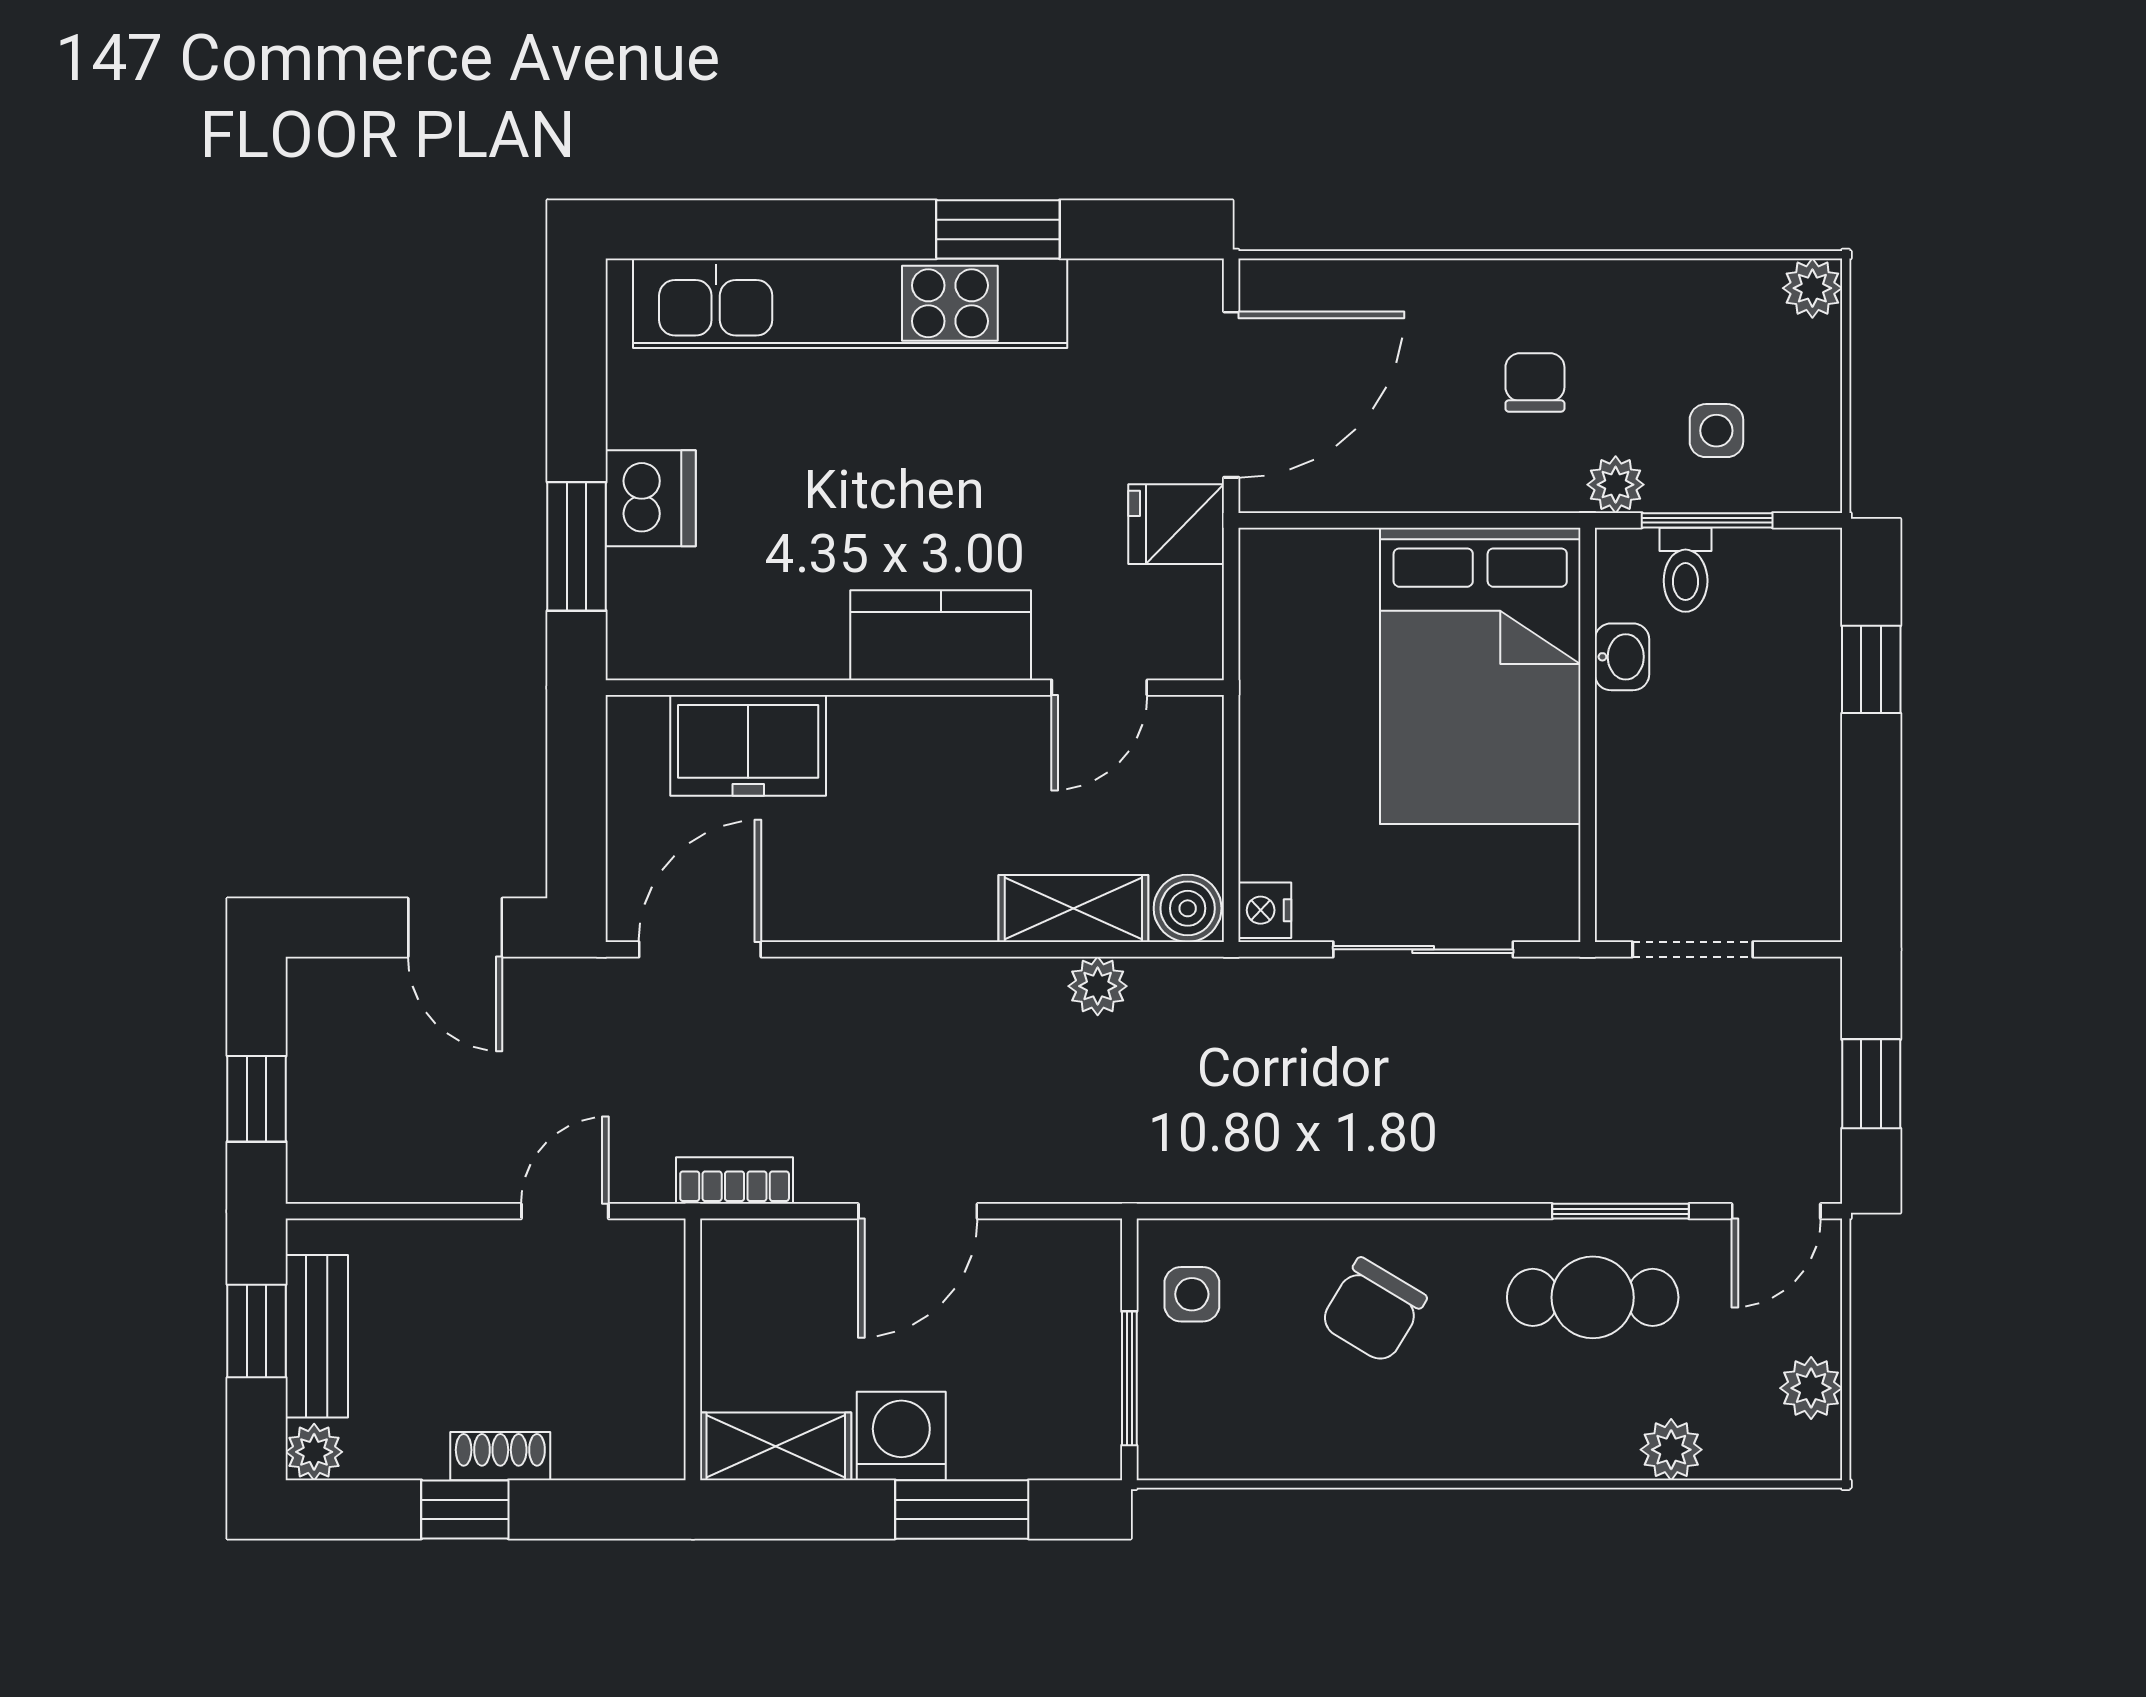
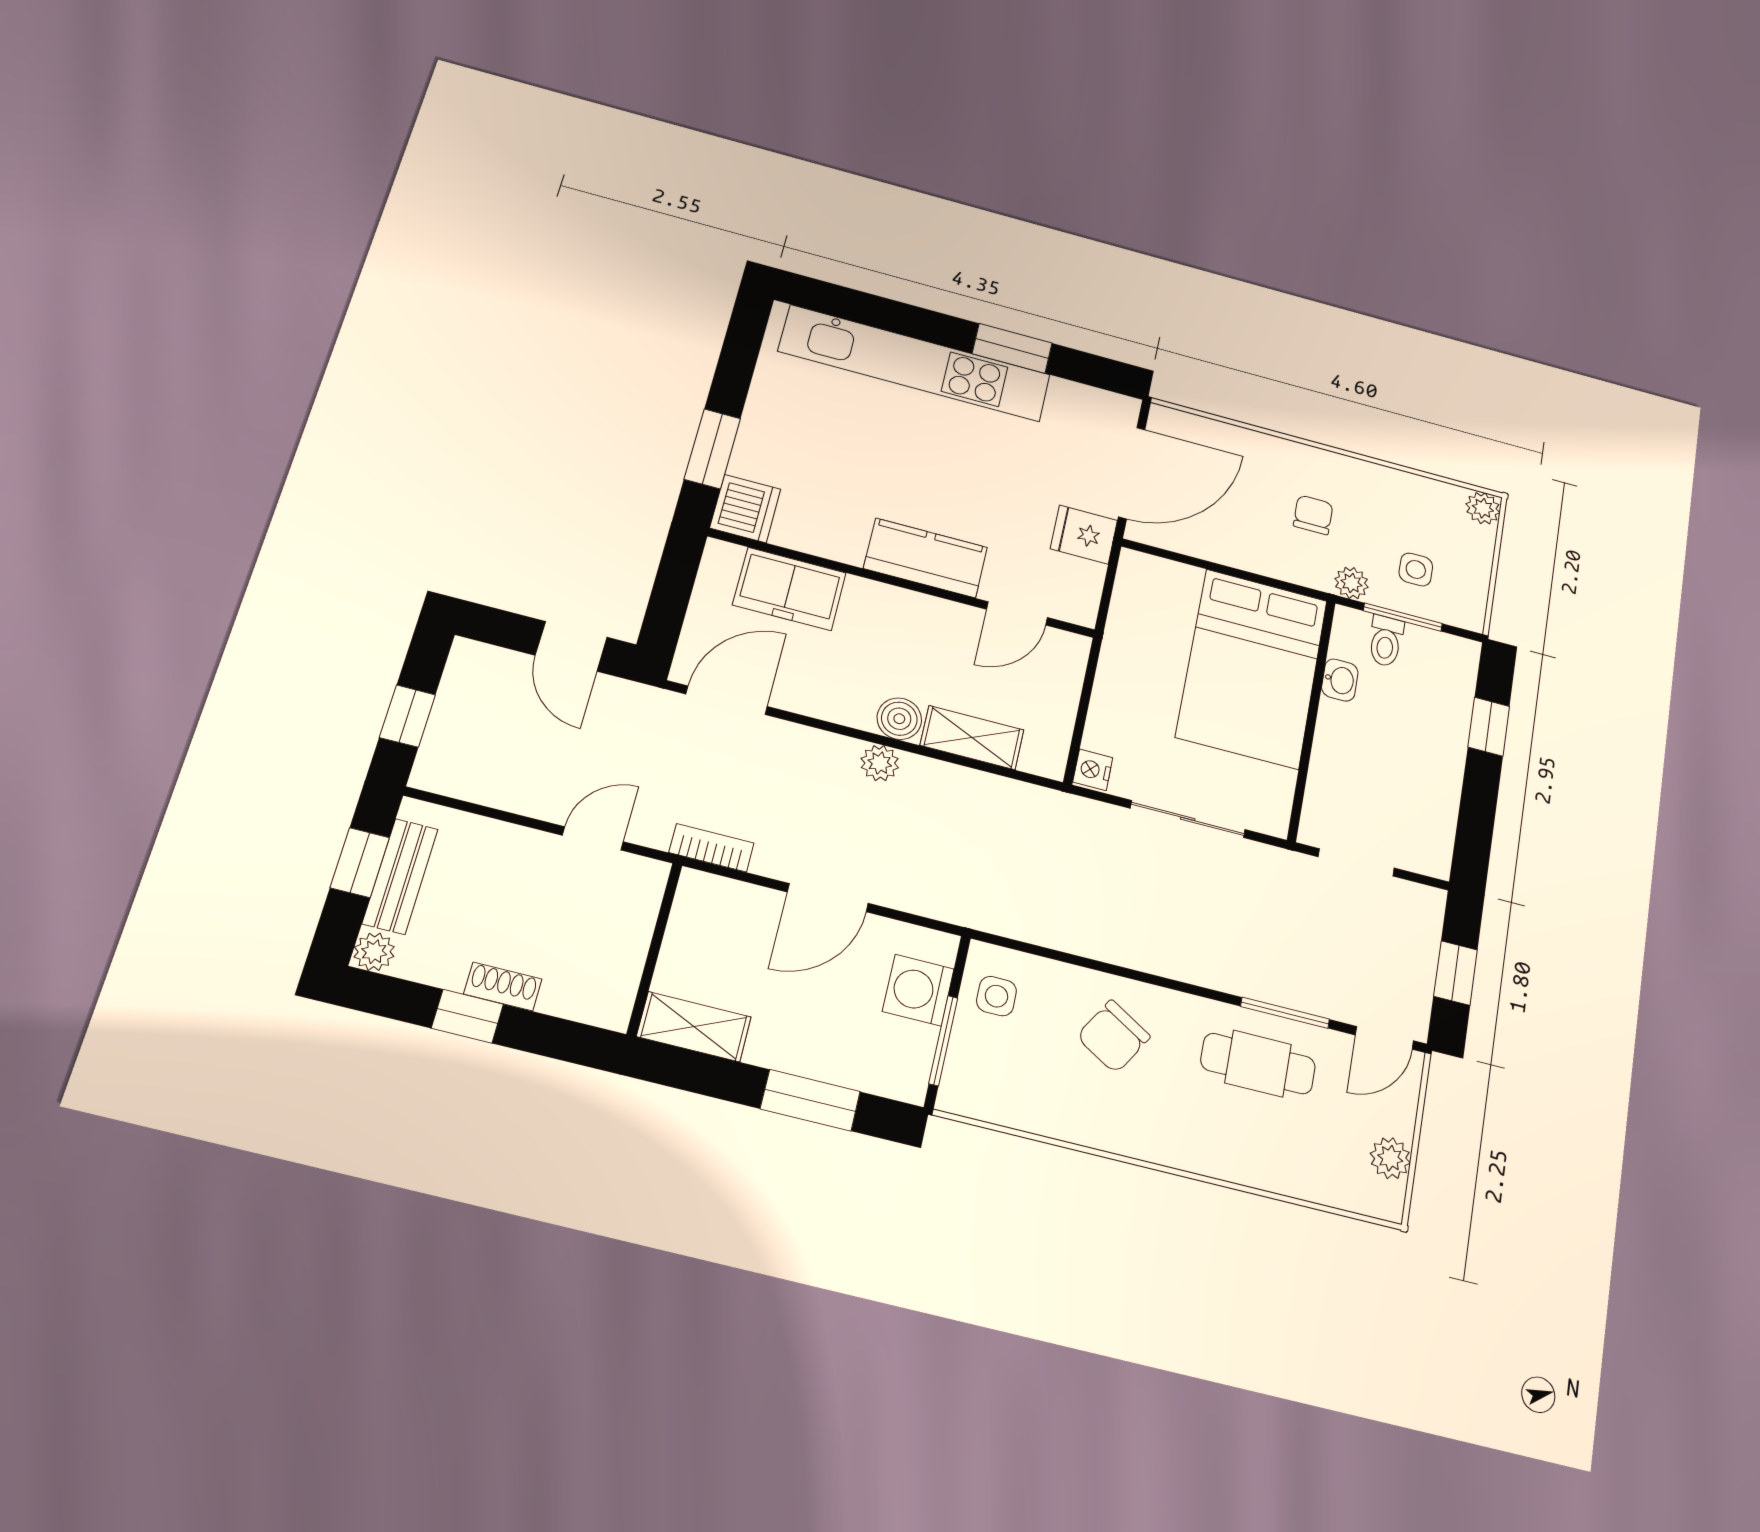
dishwasher: (651, 498) -> (745, 509), moved
boiler: (1188, 908) -> (899, 719), moved
plant: (1098, 986) -> (880, 763), moved
washing machine: (901, 1436) -> (918, 990), moved, turned -90
plant: (1671, 1450) -> (1293, 1177), removed

